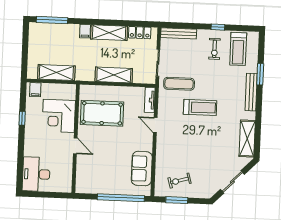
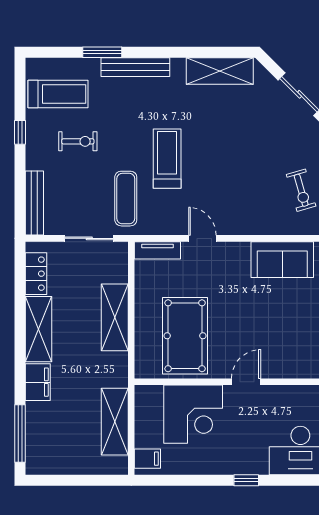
filing cabinet: (85, 31) -> (38, 382), width x2.00
exercise bike: (215, 49) -> (78, 141), moved
window: (22, 118) -> (246, 480), moved
door: (155, 125) -> (202, 238), swing flipped

